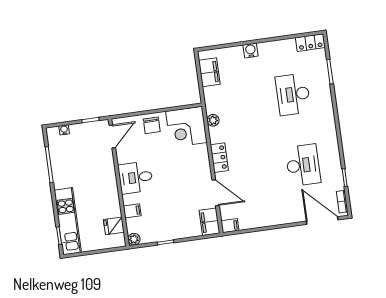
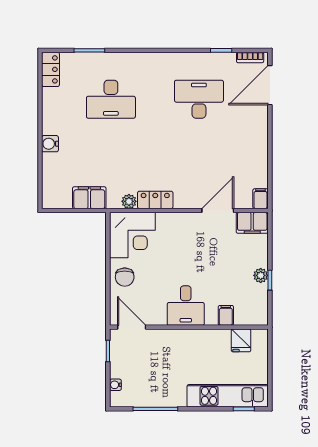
filing cabinet: (209, 72) -> (89, 198), moved
chair: (152, 125) -> (125, 277), turned 90
locker: (219, 158) -> (155, 200), moved
plant: (134, 239) -> (261, 275), moved

